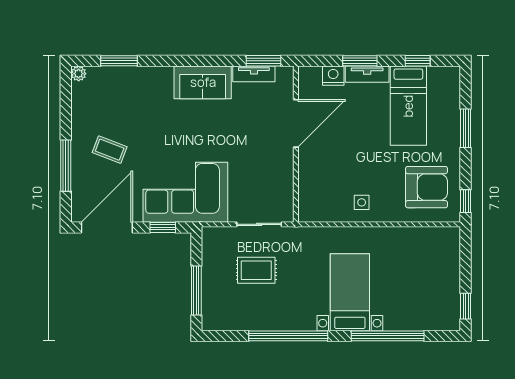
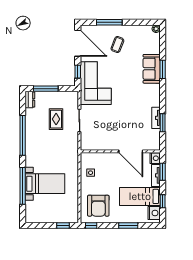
window: (119, 61) -> (163, 69), moved
nightstand: (441, 77) -> (154, 213), added
sofa: (203, 82) -> (152, 69), moved
door: (296, 123) -> (131, 151), moved
wall: (296, 144) -> (120, 151), moved
bed with nightstands: (350, 292) -> (45, 184), moved
window: (466, 306) -> (63, 225), moved
dresser: (218, 322) -> (30, 100), added

